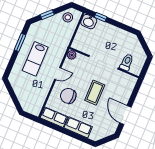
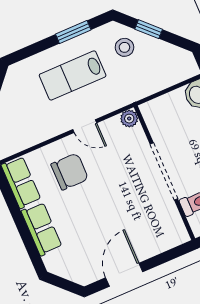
stool: (68, 17) -> (124, 47), moved
coffee table: (95, 93) -> (111, 202), removed
chair: (68, 96) -> (70, 172), turned 90

